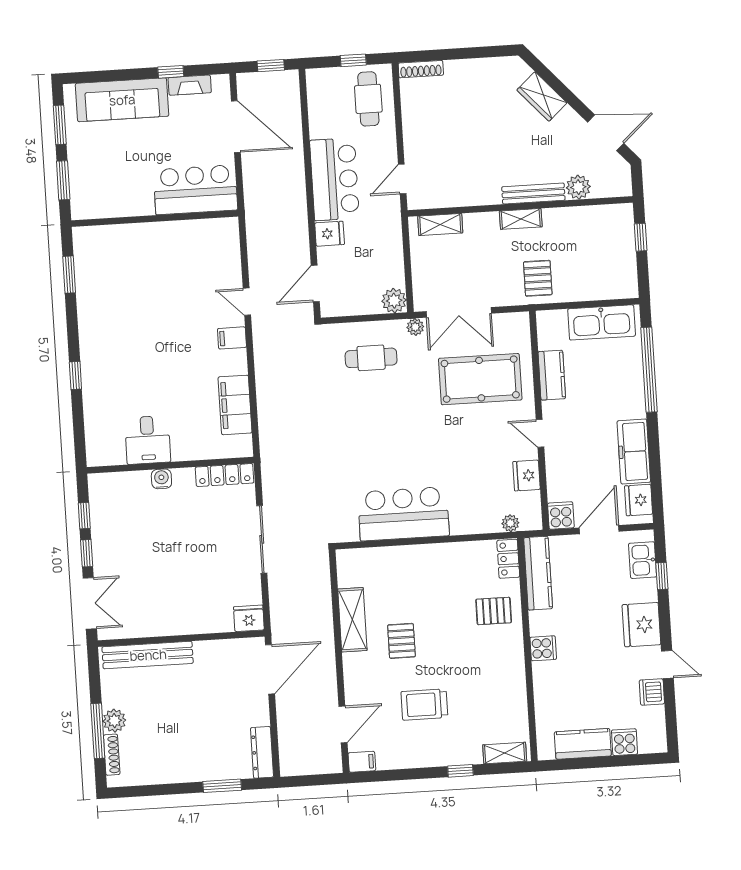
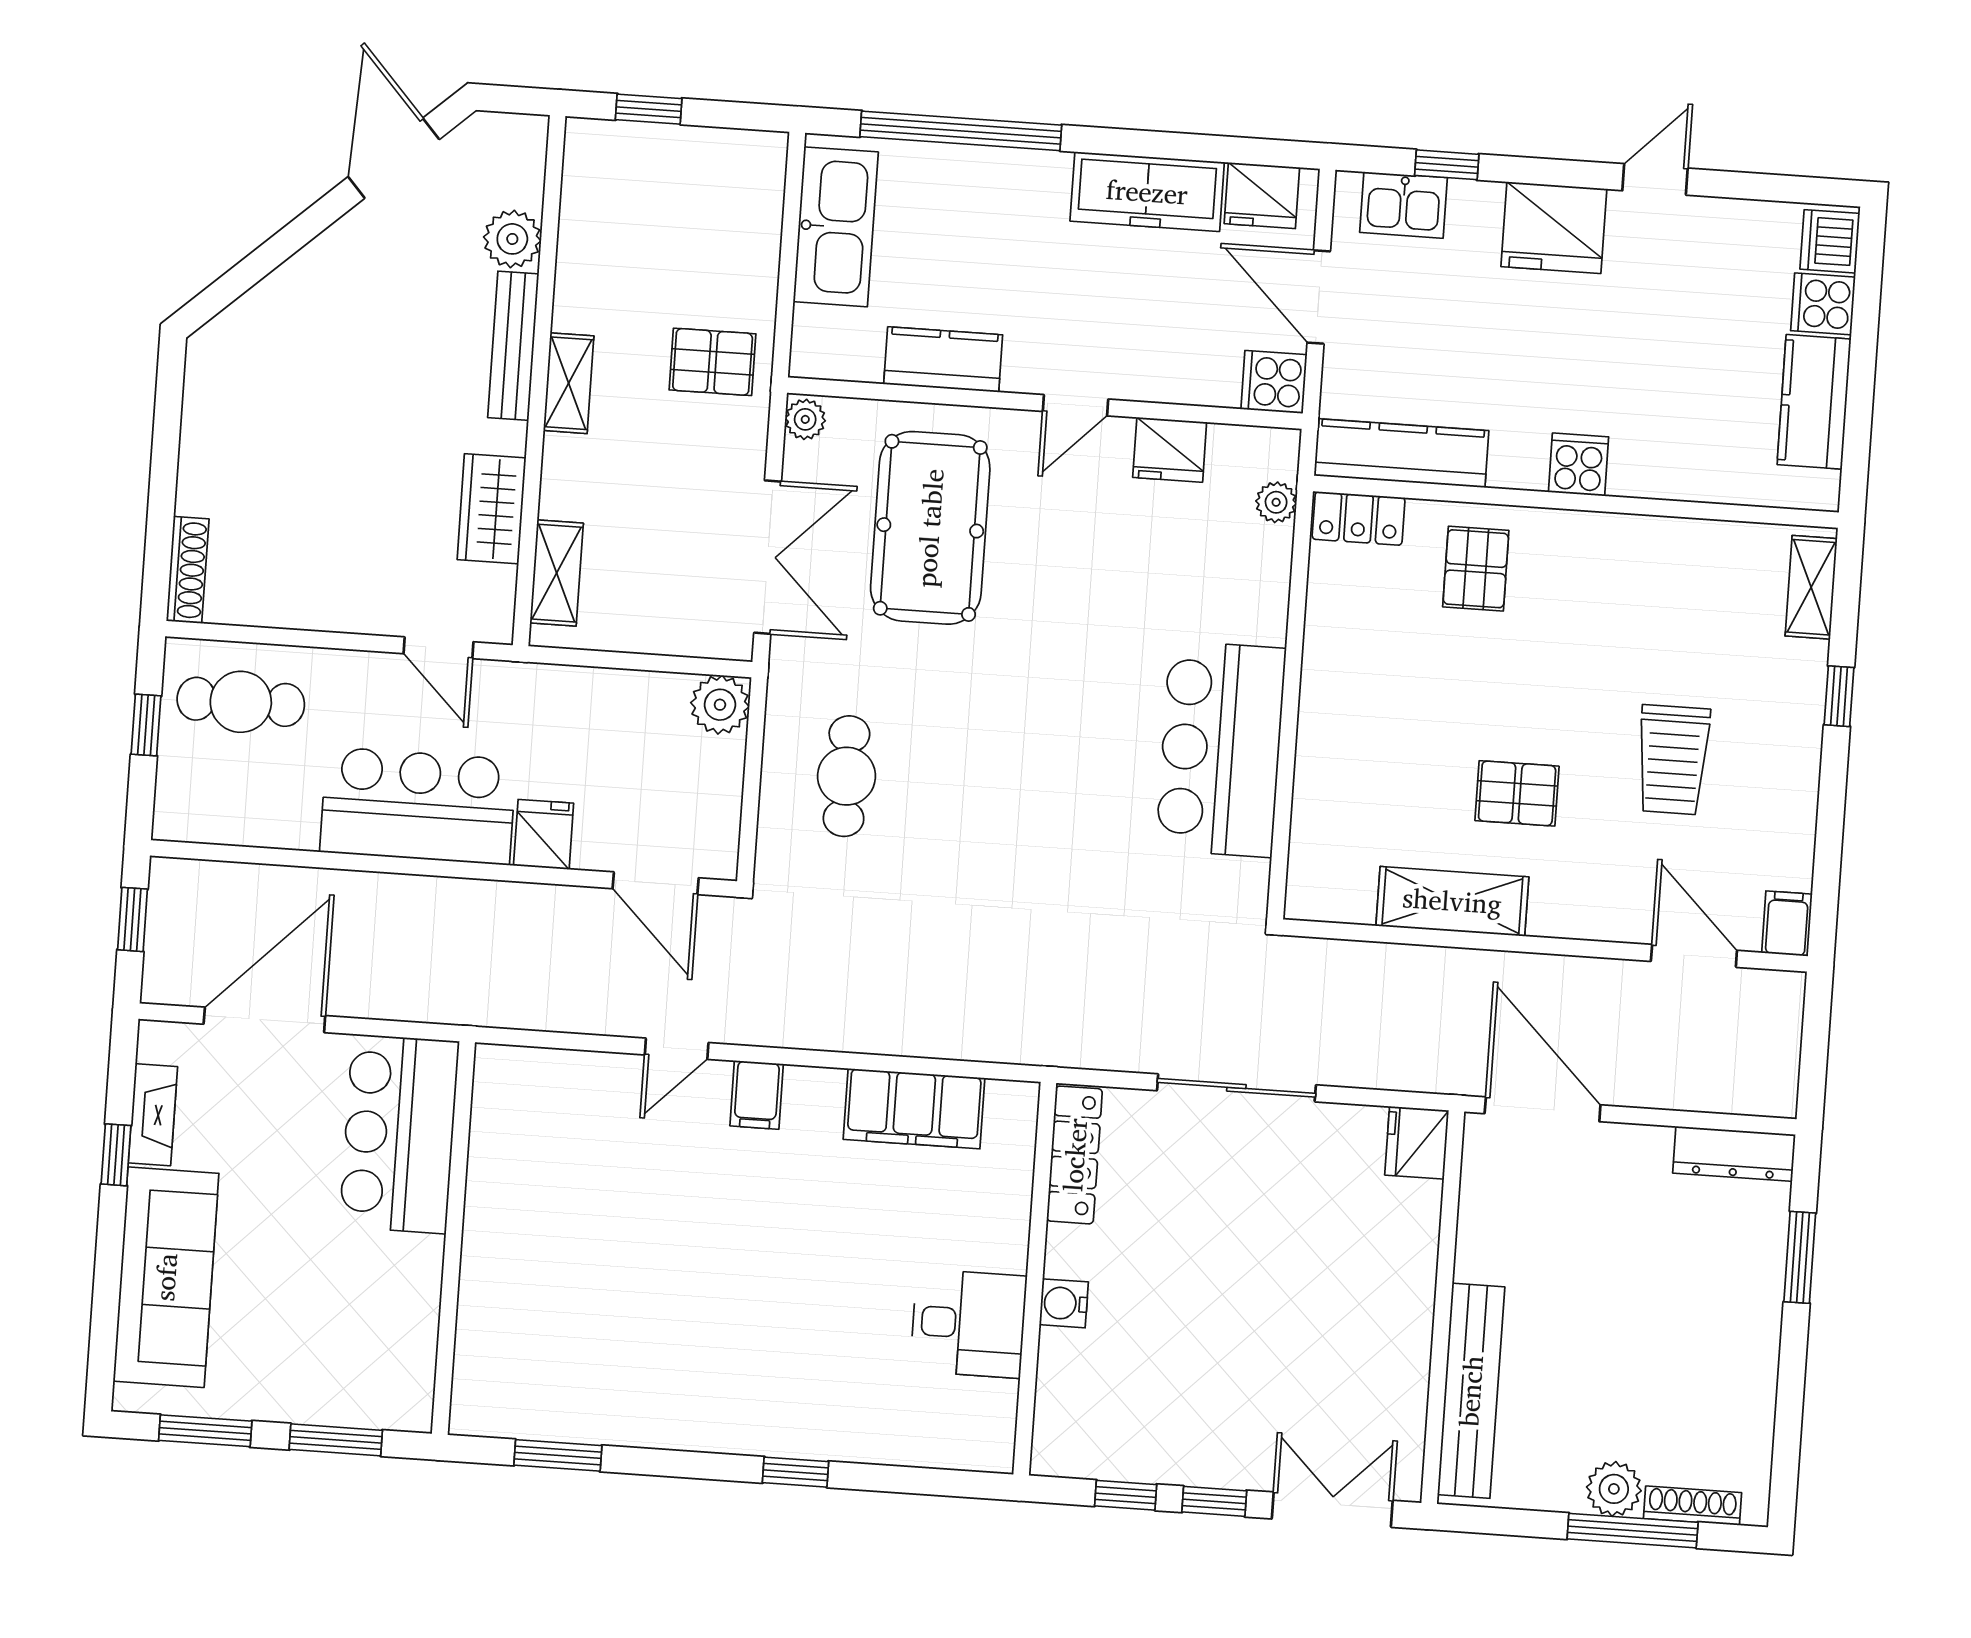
wardrobe: (542, 96) -> (492, 509), moved, turned 132
plant: (415, 327) -> (805, 419), moved
dishwasher: (652, 692) -> (1830, 241), moved, turned 90

